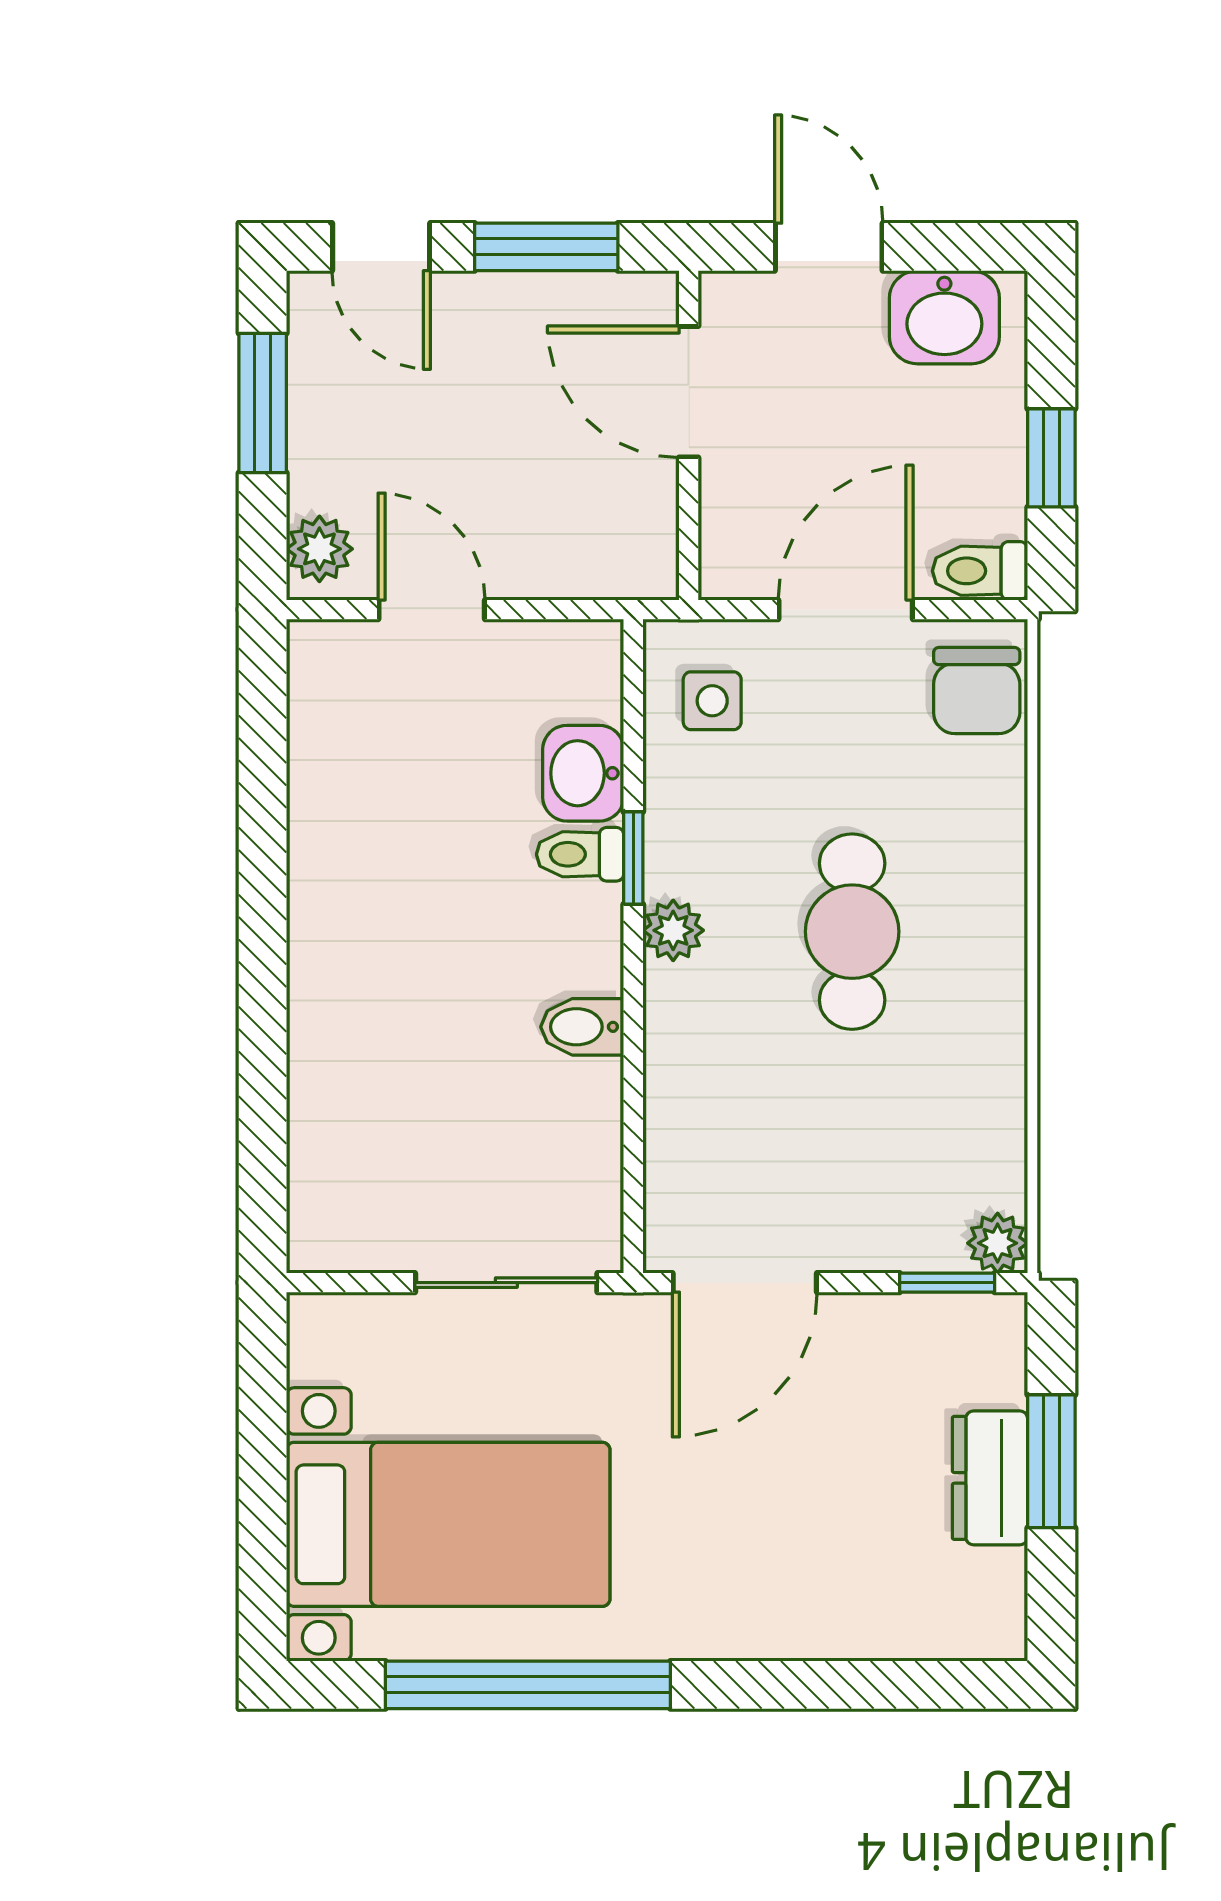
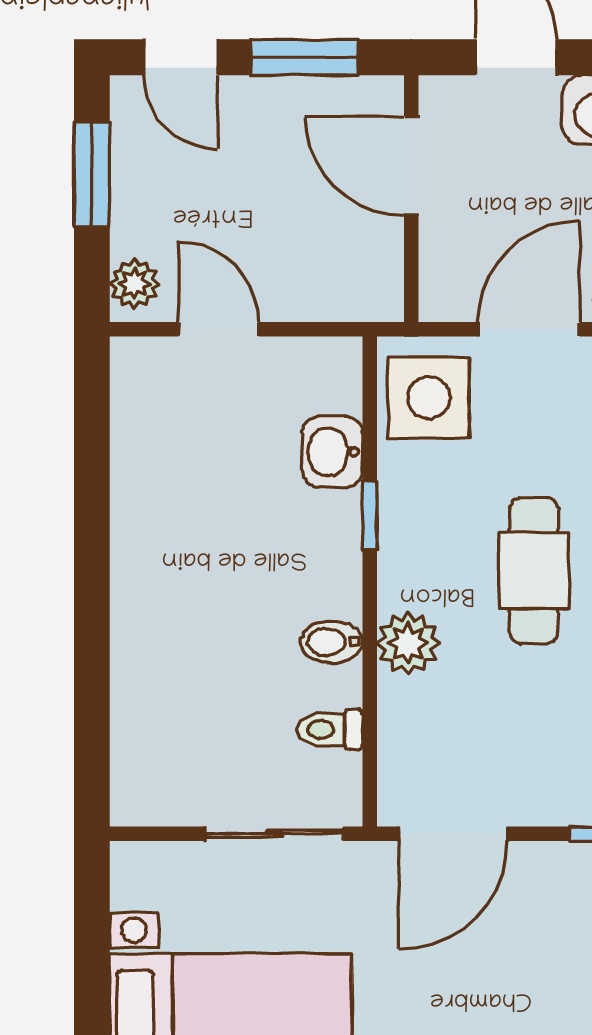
side table: (712, 701) -> (429, 398), width x1.87, depth x1.87
toilet: (580, 854) -> (330, 730), moved
plant: (673, 930) -> (408, 643), moved, width x1.38, depth x1.38

